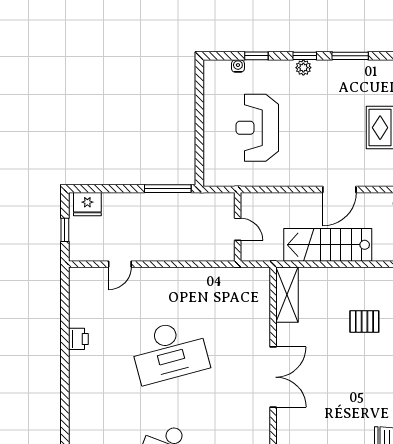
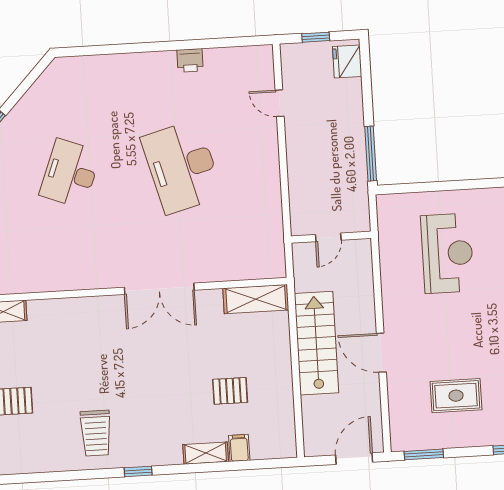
reception desk: (257, 128) -> (447, 253), turned 90
pallet: (364, 321) -> (230, 391), turned 90

